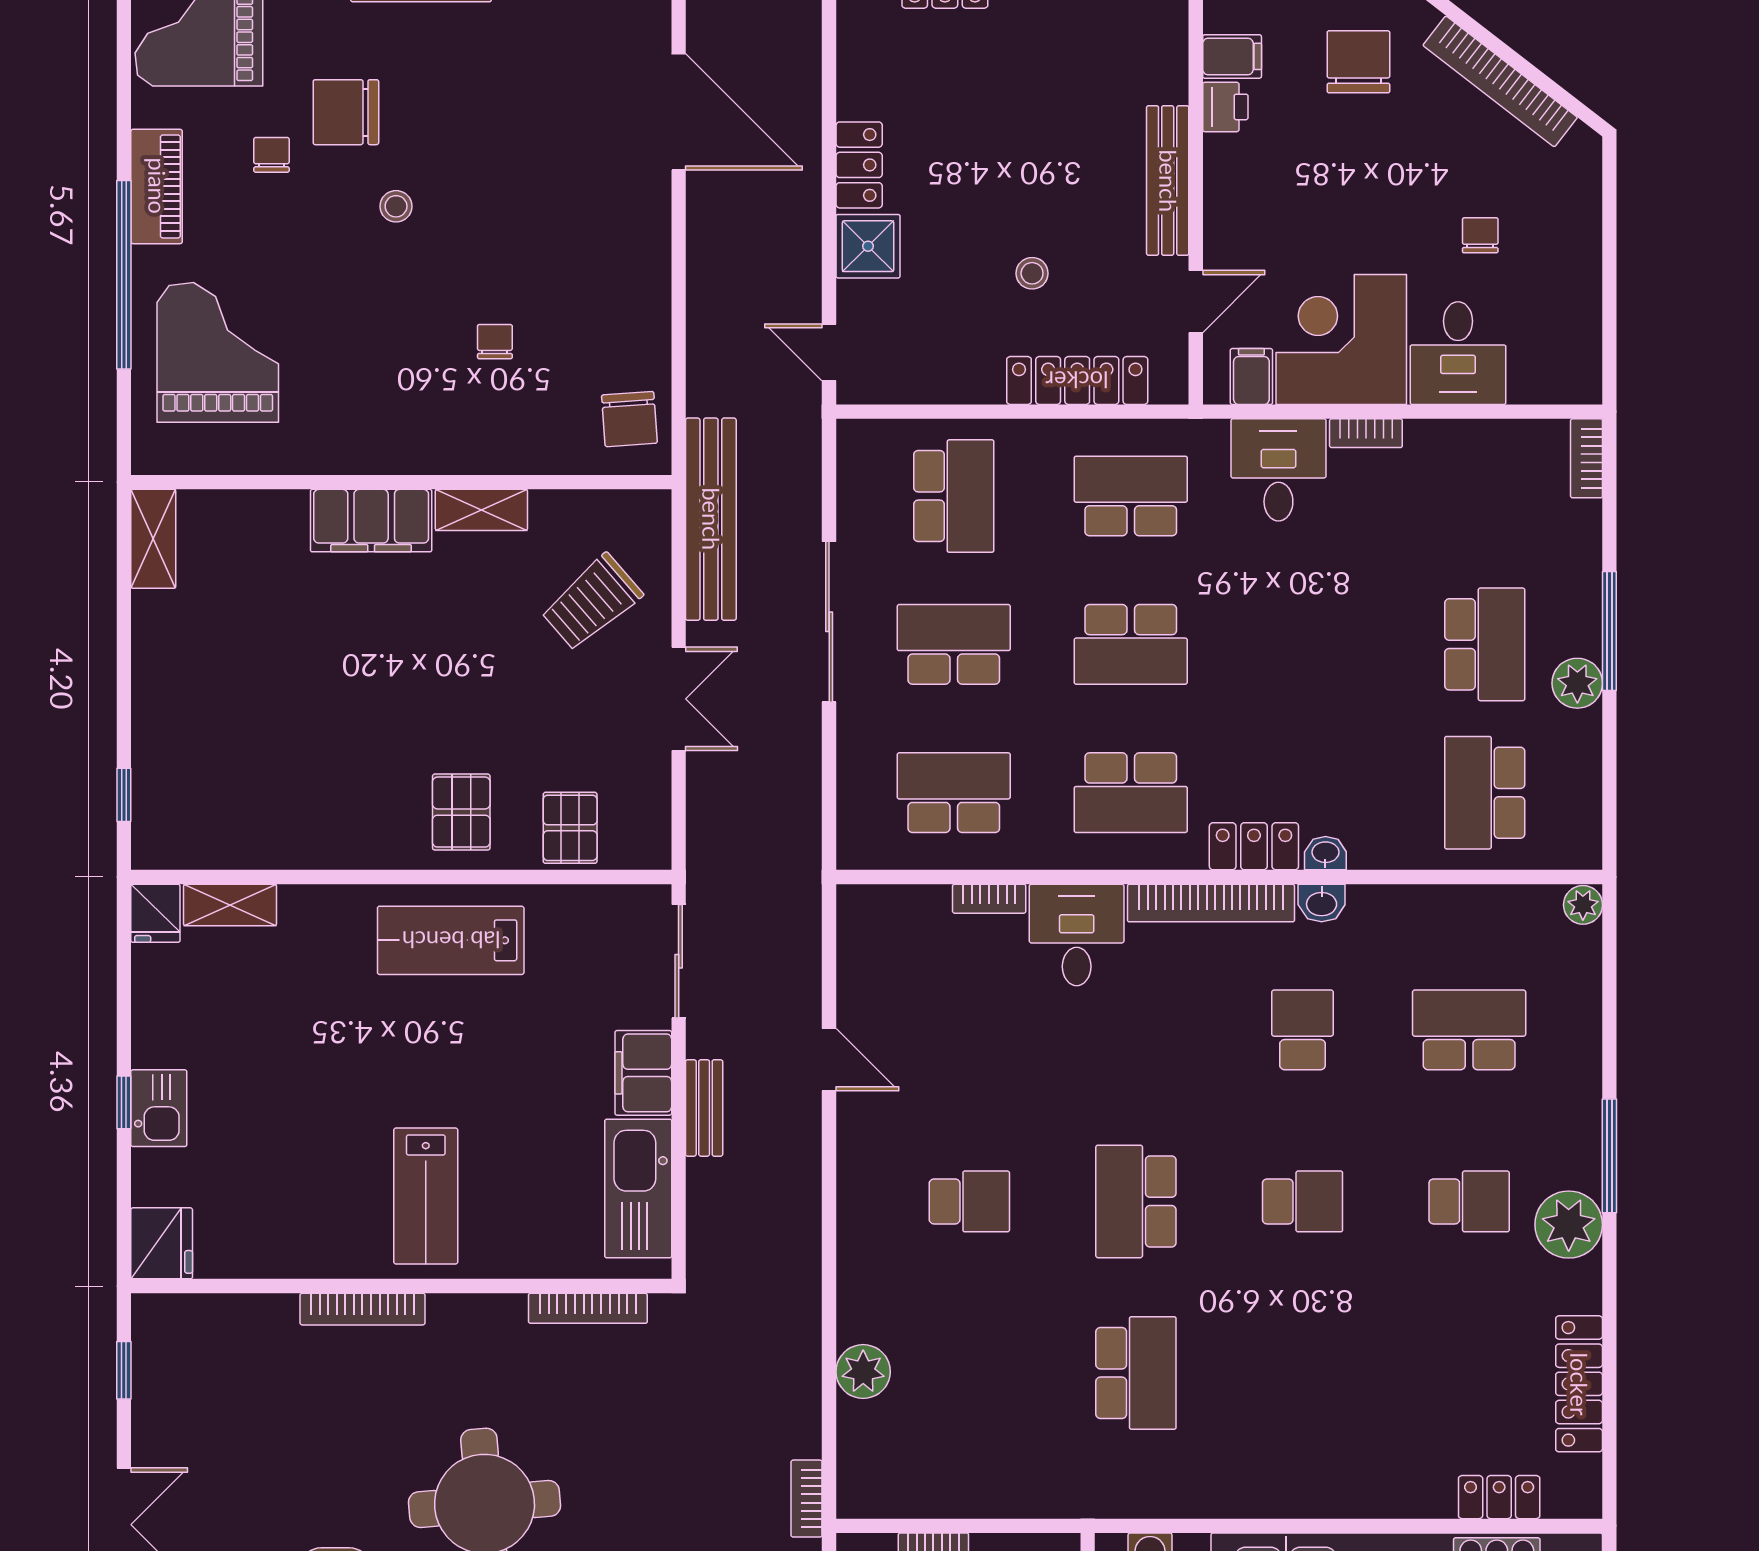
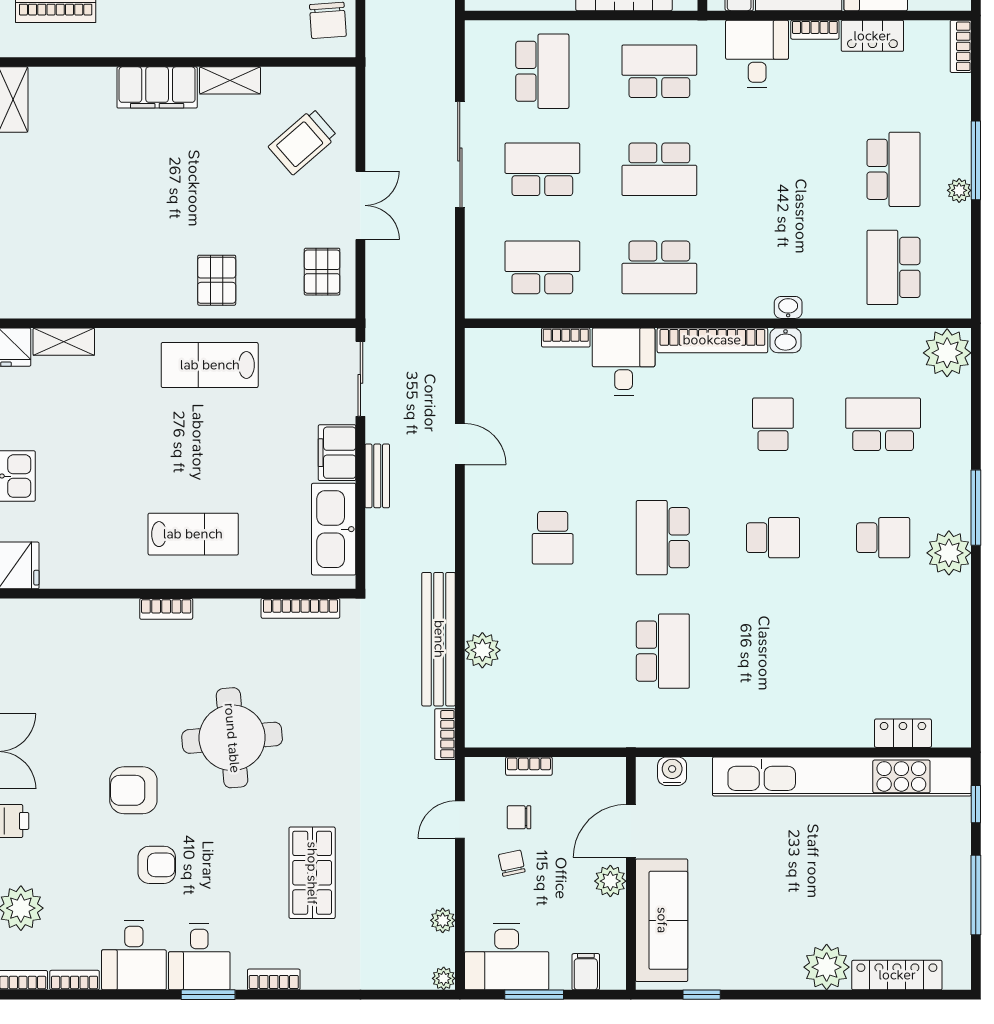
bench: (711, 519) -> (439, 639), moved
plant: (1577, 683) -> (959, 190), width x0.73, depth x0.73
pallet: (570, 828) -> (322, 272), moved
locker: (1254, 846) -> (872, 36), moved, turned 180
plant: (1583, 905) -> (947, 353), width x1.88, depth x1.88
lab bench: (426, 1196) -> (193, 534), turned -90
school desk: (969, 1201) -> (553, 538), turned 90
bookcase: (362, 1309) -> (166, 609), width x0.64
locker: (1579, 1384) -> (956, 658), removed

